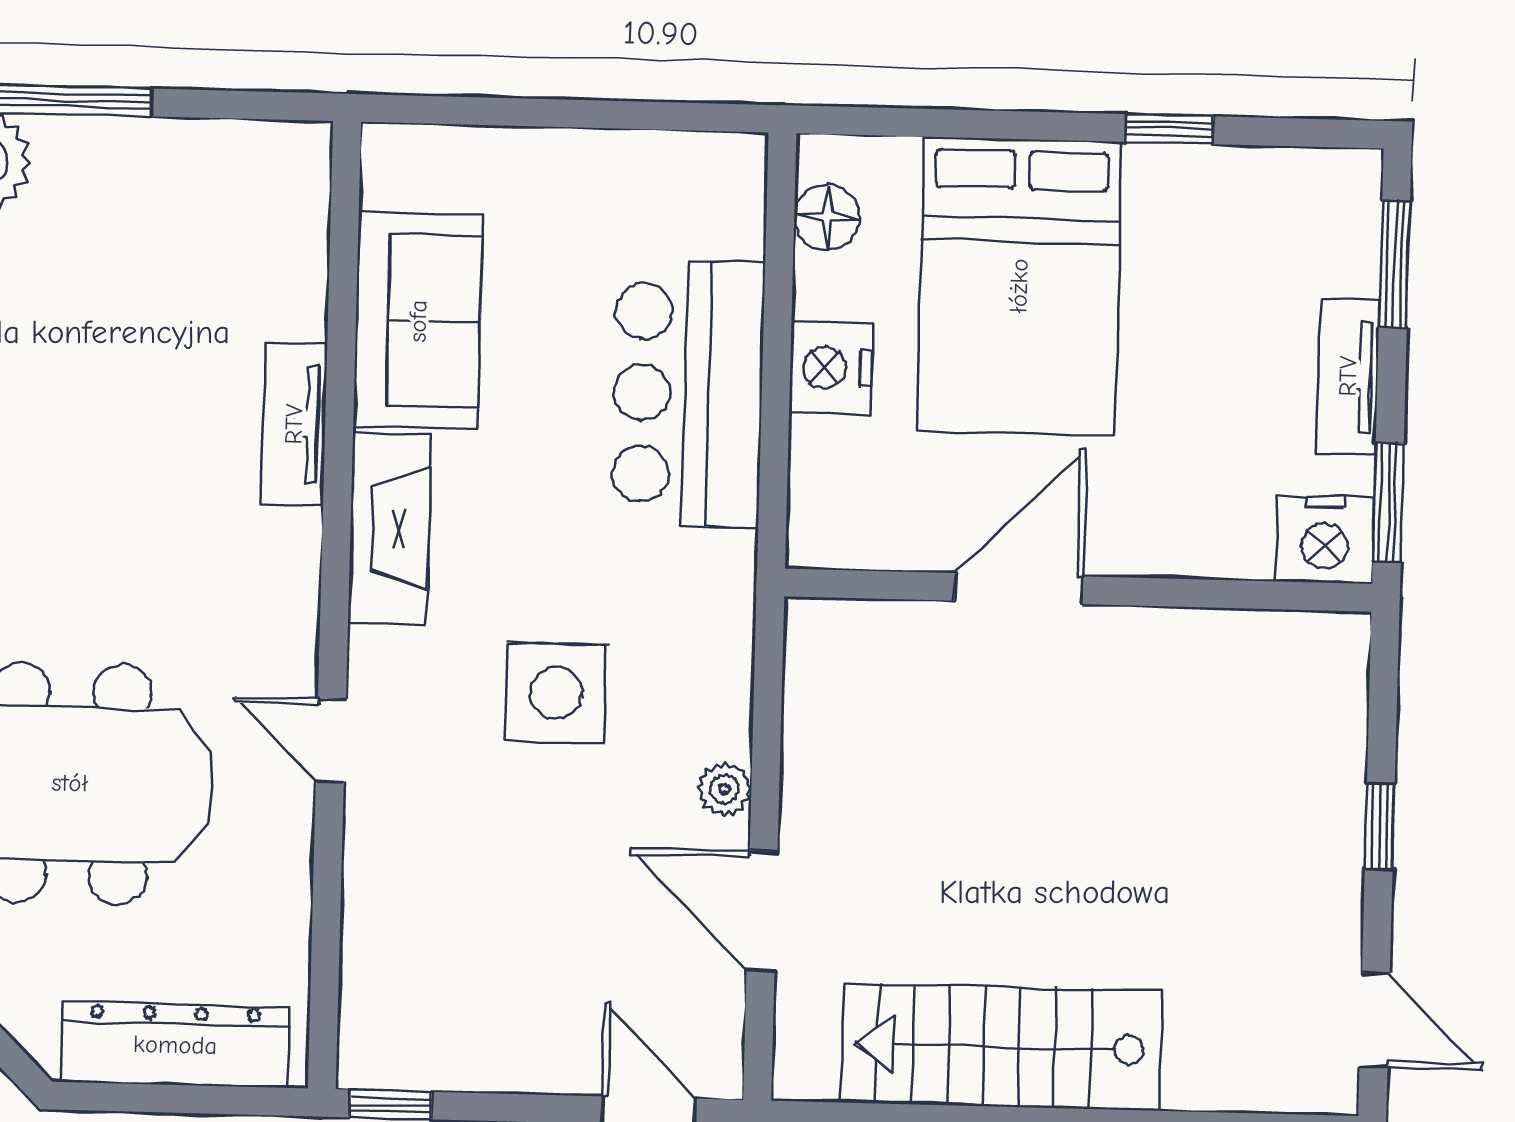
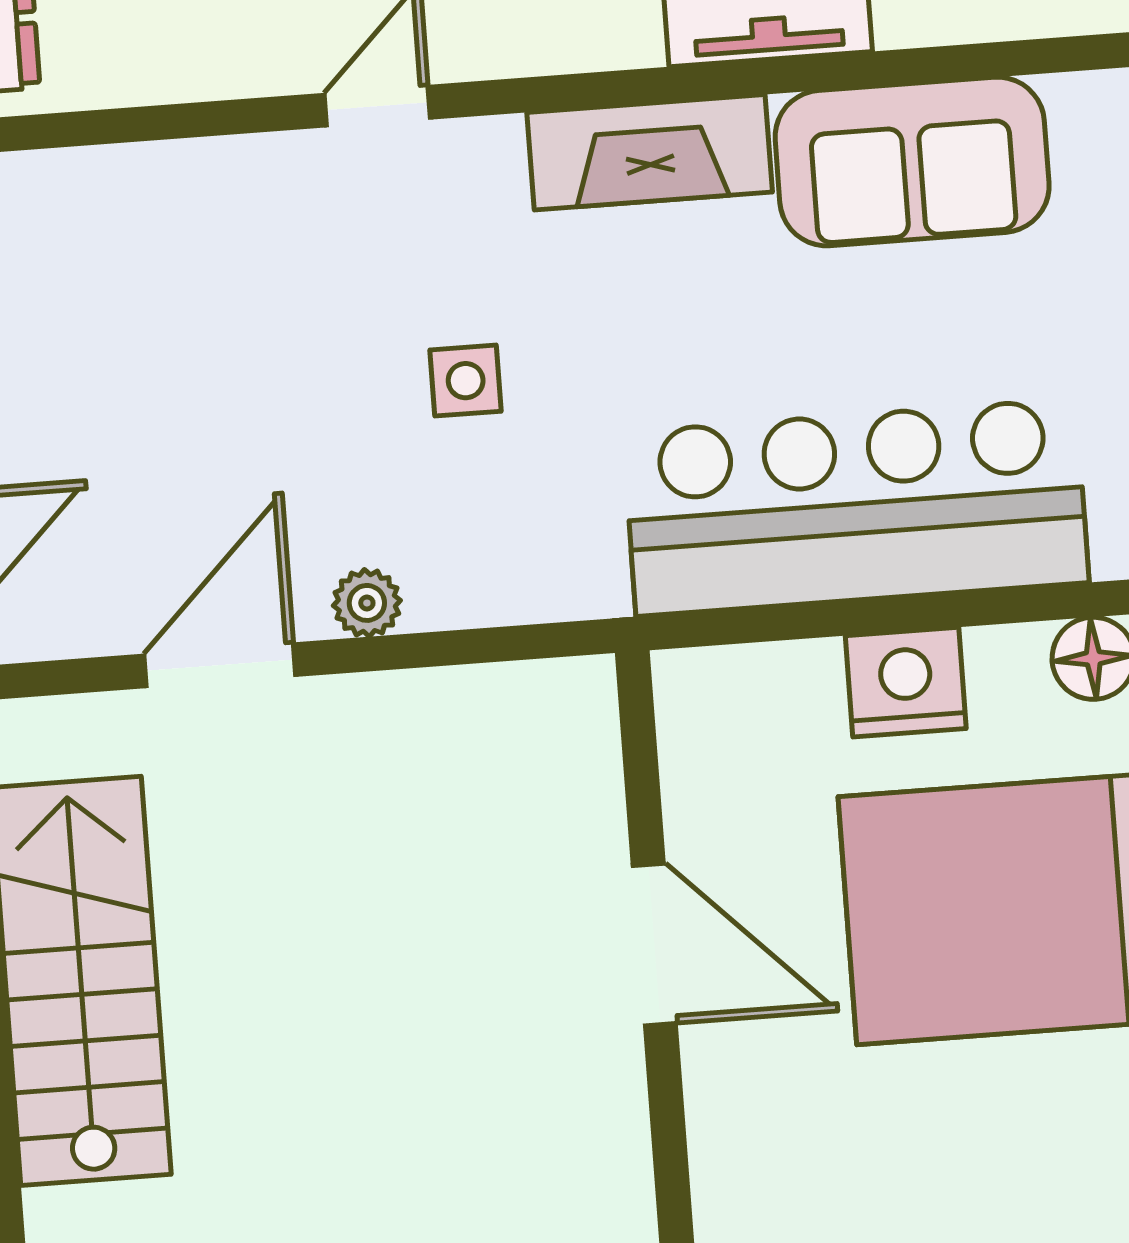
bar counter: (688, 393) -> (856, 507), width x1.36
side table: (556, 693) -> (466, 381), width x0.54, depth x0.54

